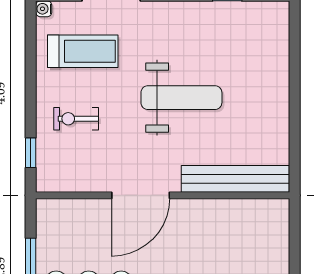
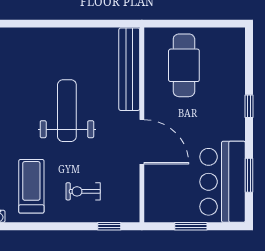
exercise bike: (76, 119) -> (83, 191), turned 90
cafe table: (240, 250) -> (184, 65), added

